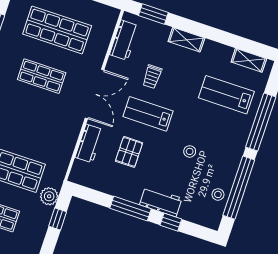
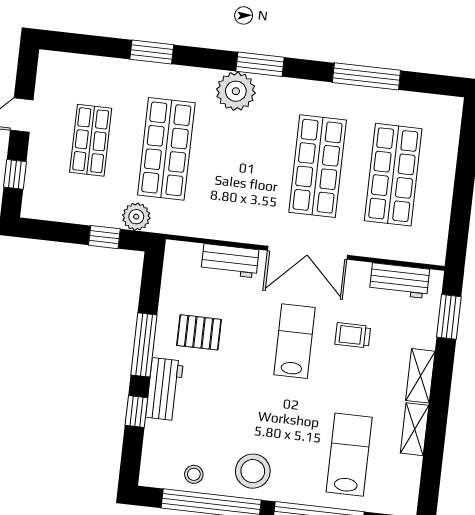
shelving: (249, 60) -> (415, 429), moved
shop shelf: (42, 76) -> (318, 166), width x1.43, depth x1.36
stool: (190, 151) -> (253, 471), moved, width x1.89, depth x1.89
pallet: (129, 152) -> (199, 332), moved

